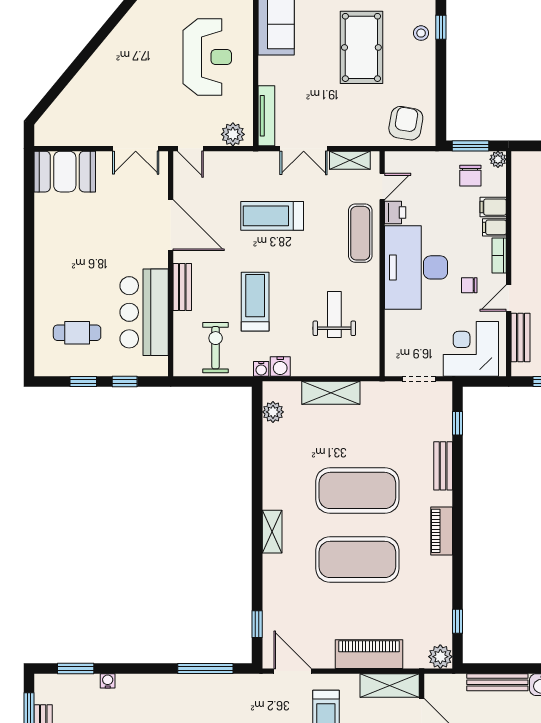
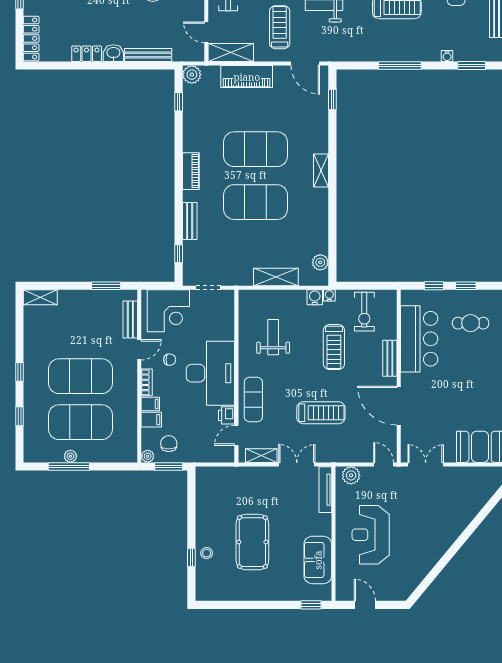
armchair: (406, 123) -> (218, 484), removed
weight bench: (334, 314) -> (273, 337), turned 180
window: (205, 668) -> (400, 65), moved

